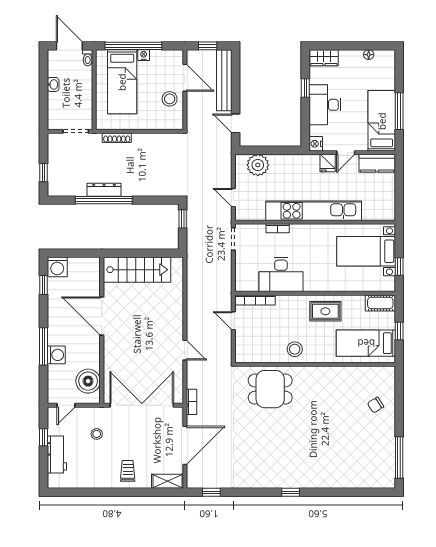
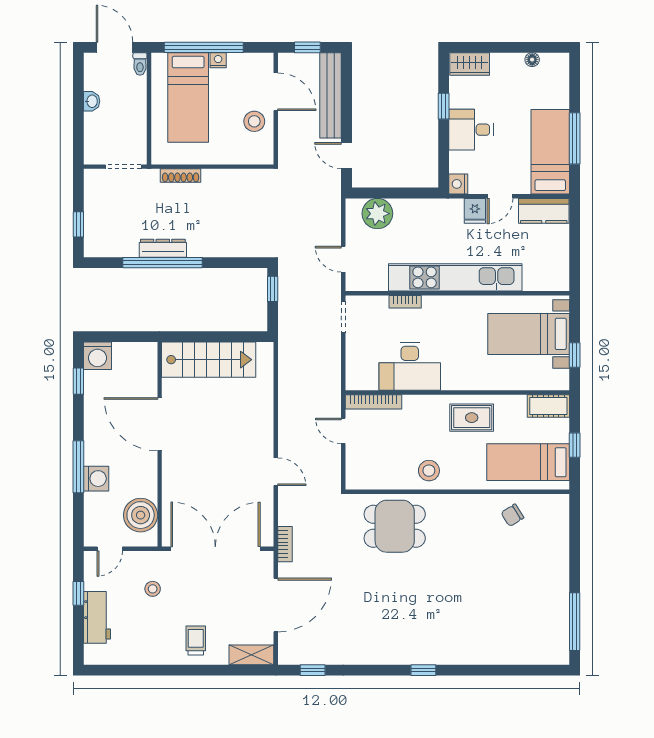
desk: (325, 105) -> (471, 130), width x0.73
chair: (376, 405) -> (512, 515), moved

